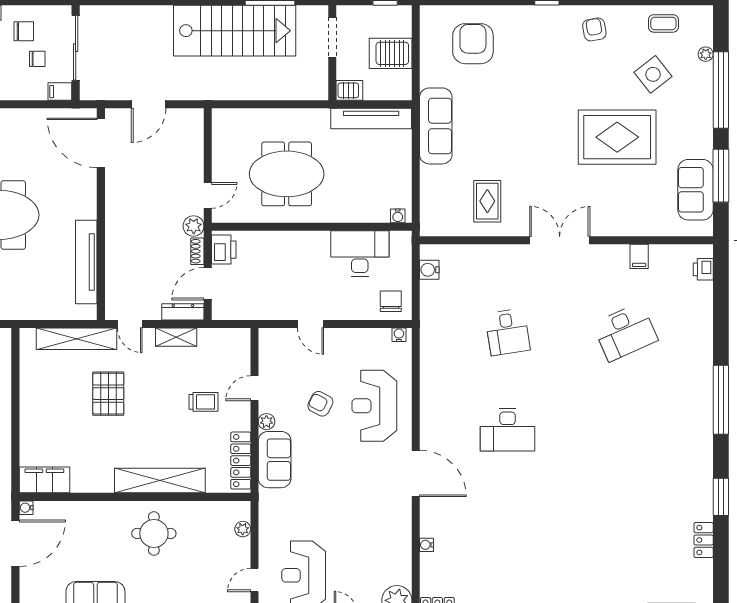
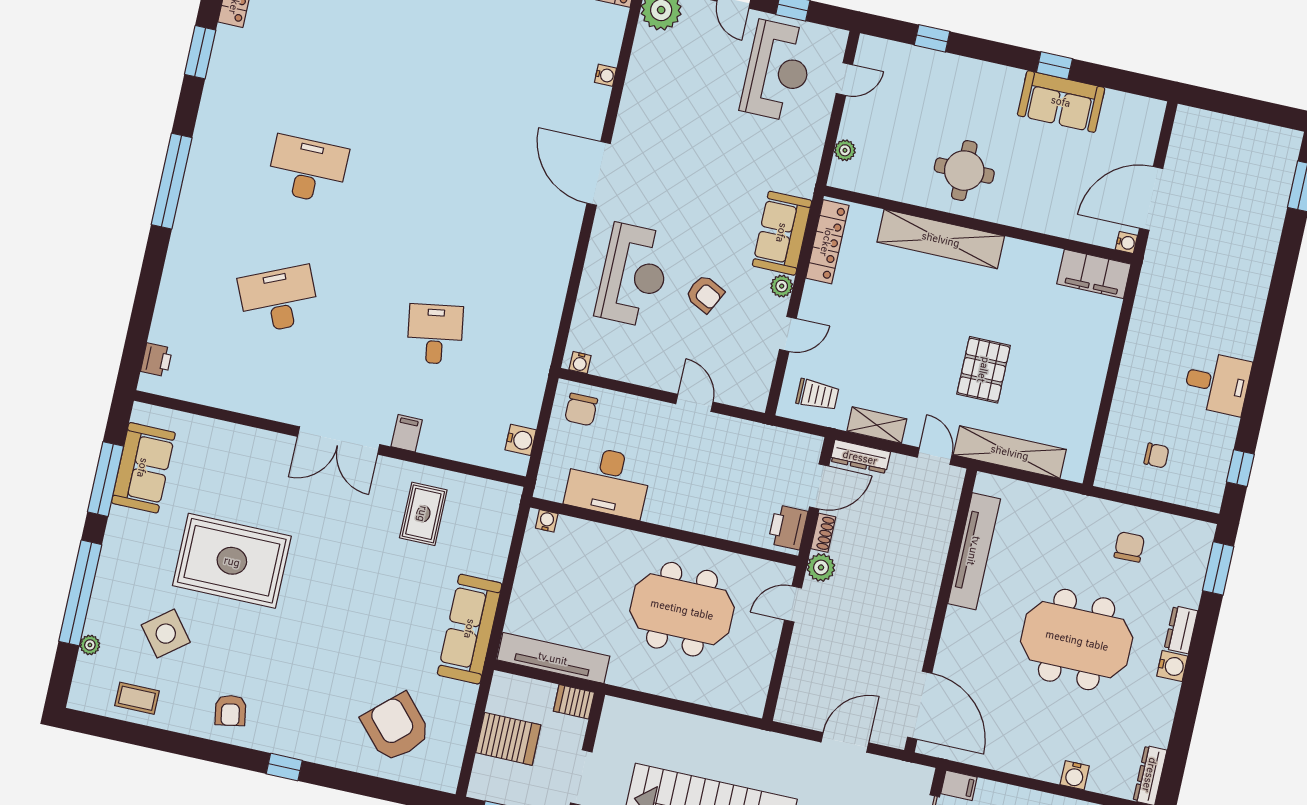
armchair: (473, 44) -> (396, 727), turned 138
filing cabinet: (639, 256) -> (407, 433), moved
trolley: (203, 402) -> (817, 395), moved, turned 180
desk: (508, 430) -> (308, 169), moved

